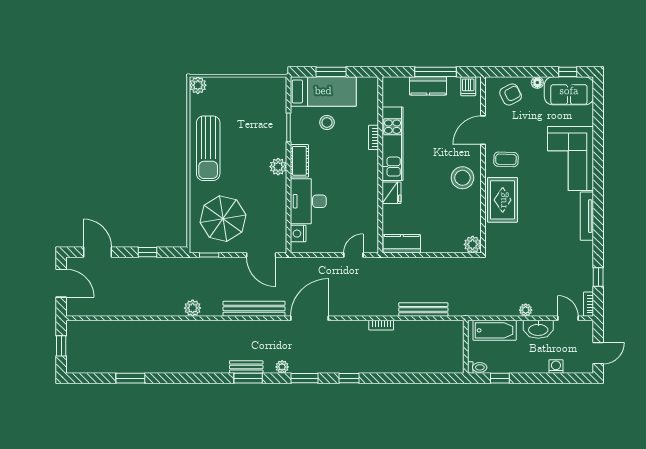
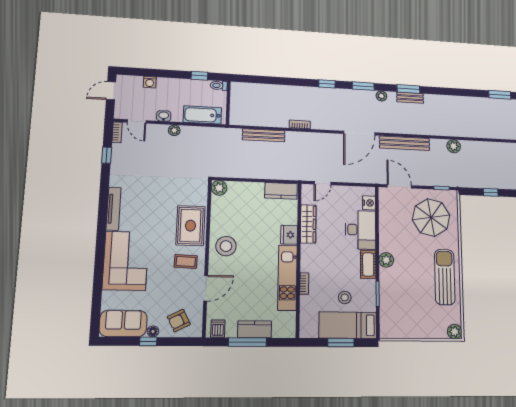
window: (568, 72) -> (148, 341), moved
wardrobe: (370, 206) -> (308, 224), added
washbasin: (538, 329) -> (164, 116), width x0.52, depth x0.69

